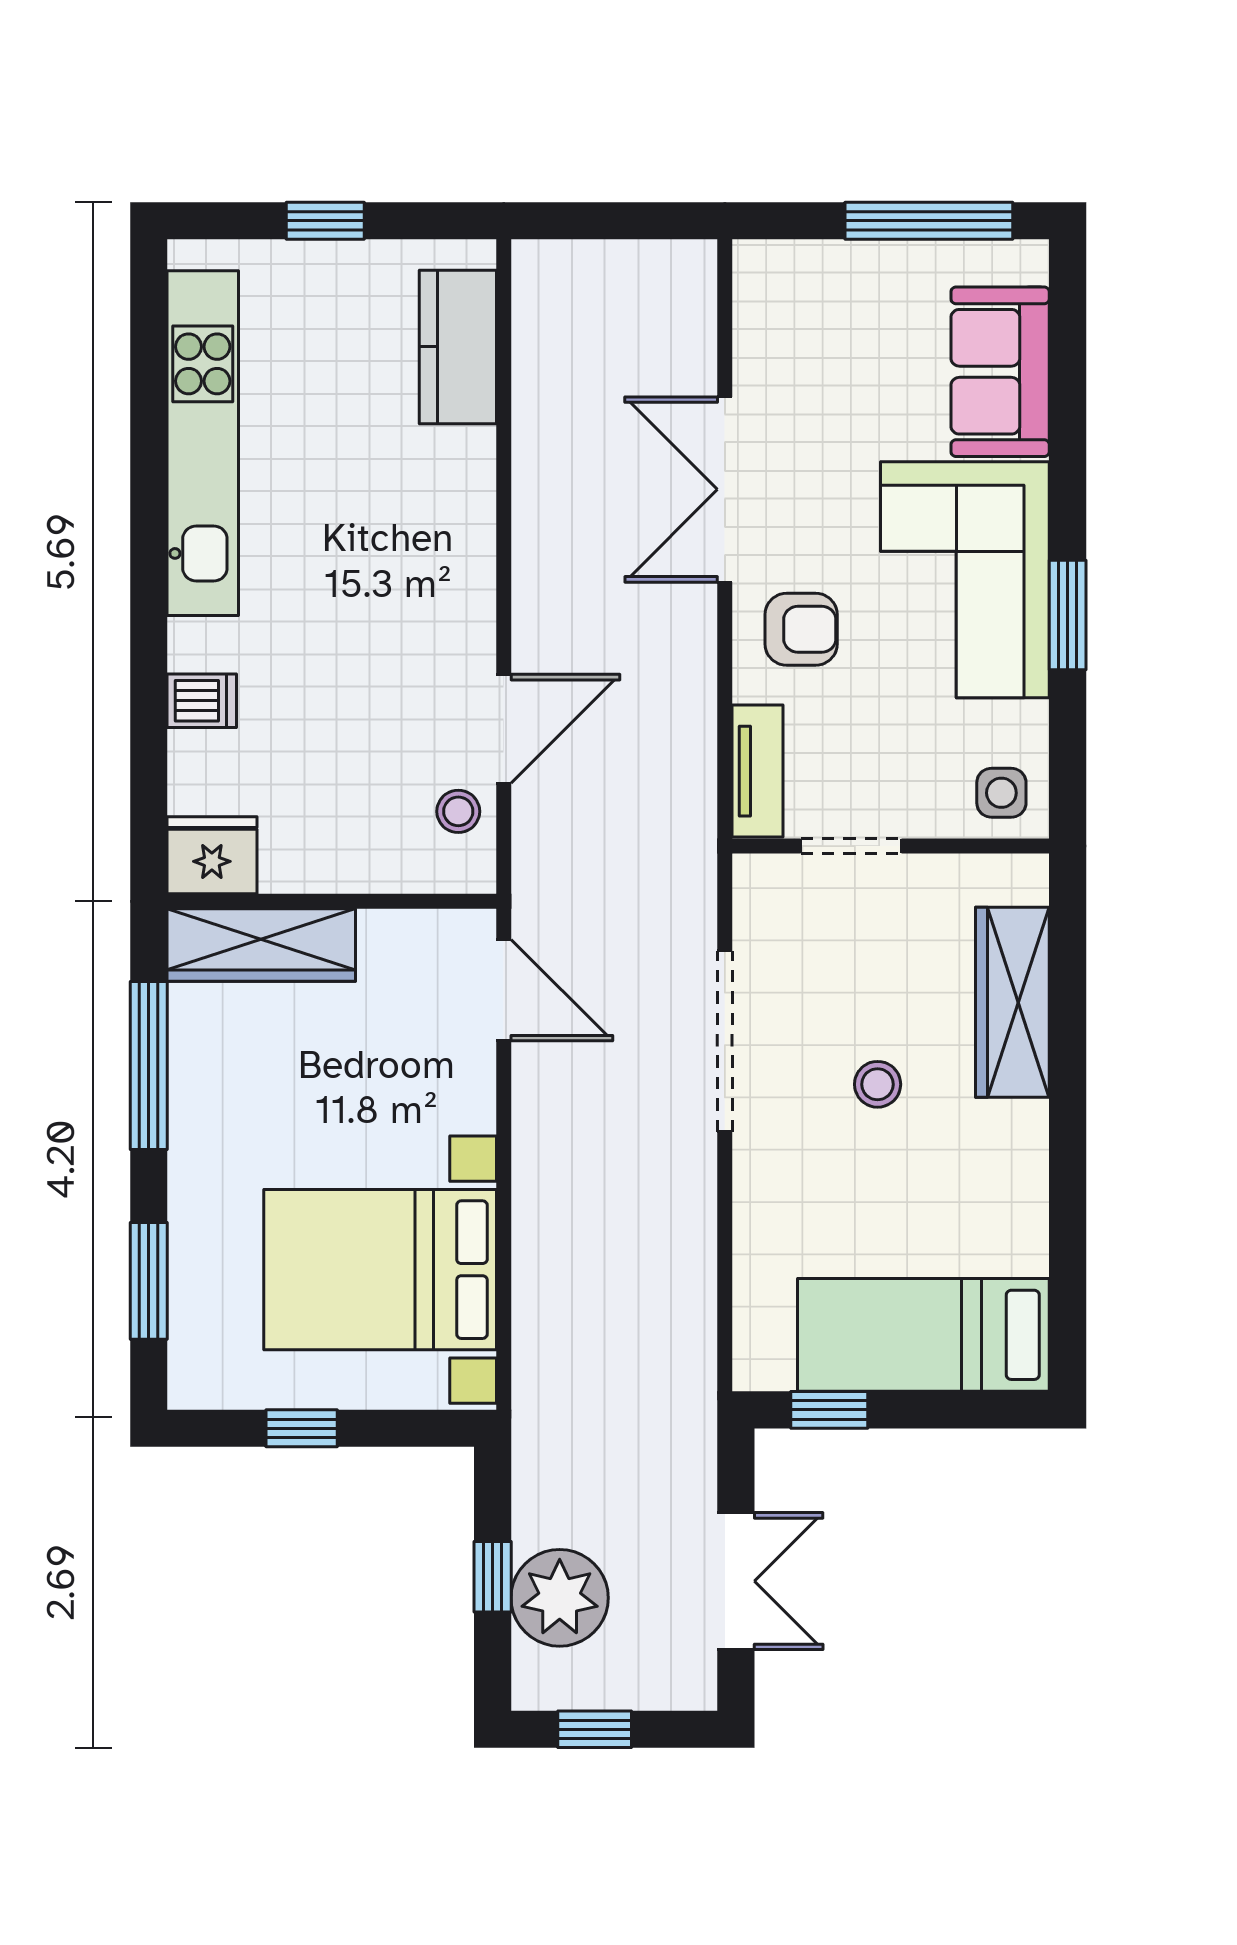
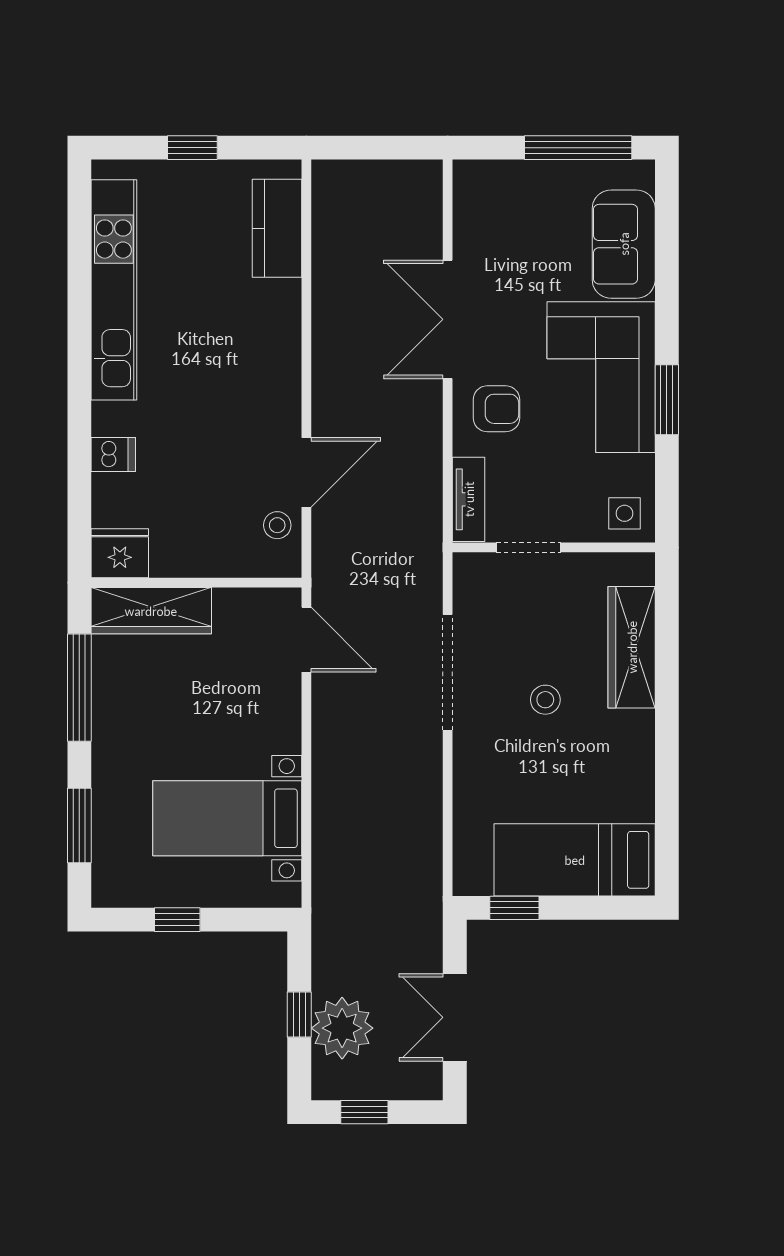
bed with nightstands: (380, 1270) -> (227, 818), width x0.73
double door: (736, 1581) -> (455, 1017), swing flipped

